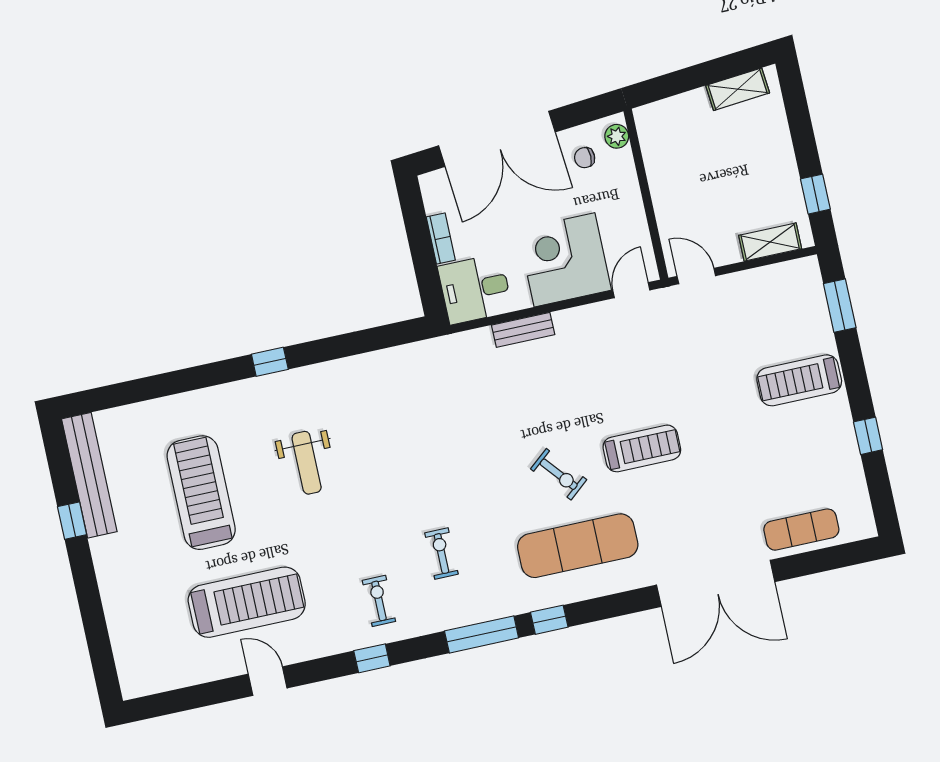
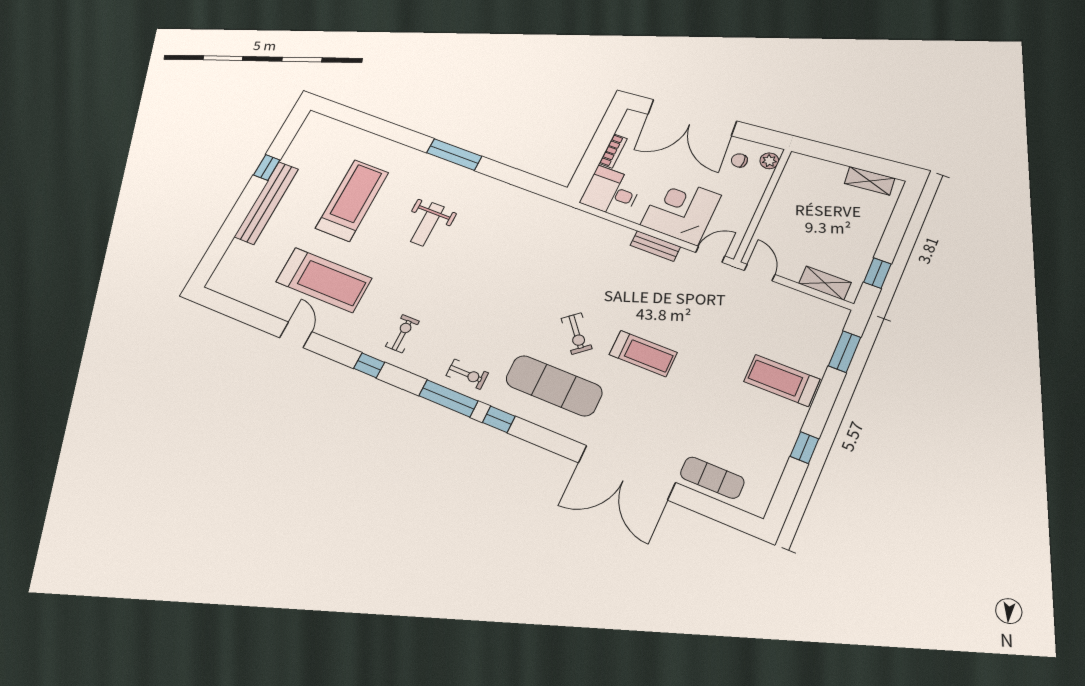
bench: (523, 330) -> (655, 246), moved
window: (270, 362) -> (454, 155), width x2.17
bench: (89, 475) -> (266, 203), moved
exercise bike: (441, 554) -> (467, 374), moved, turned 90

